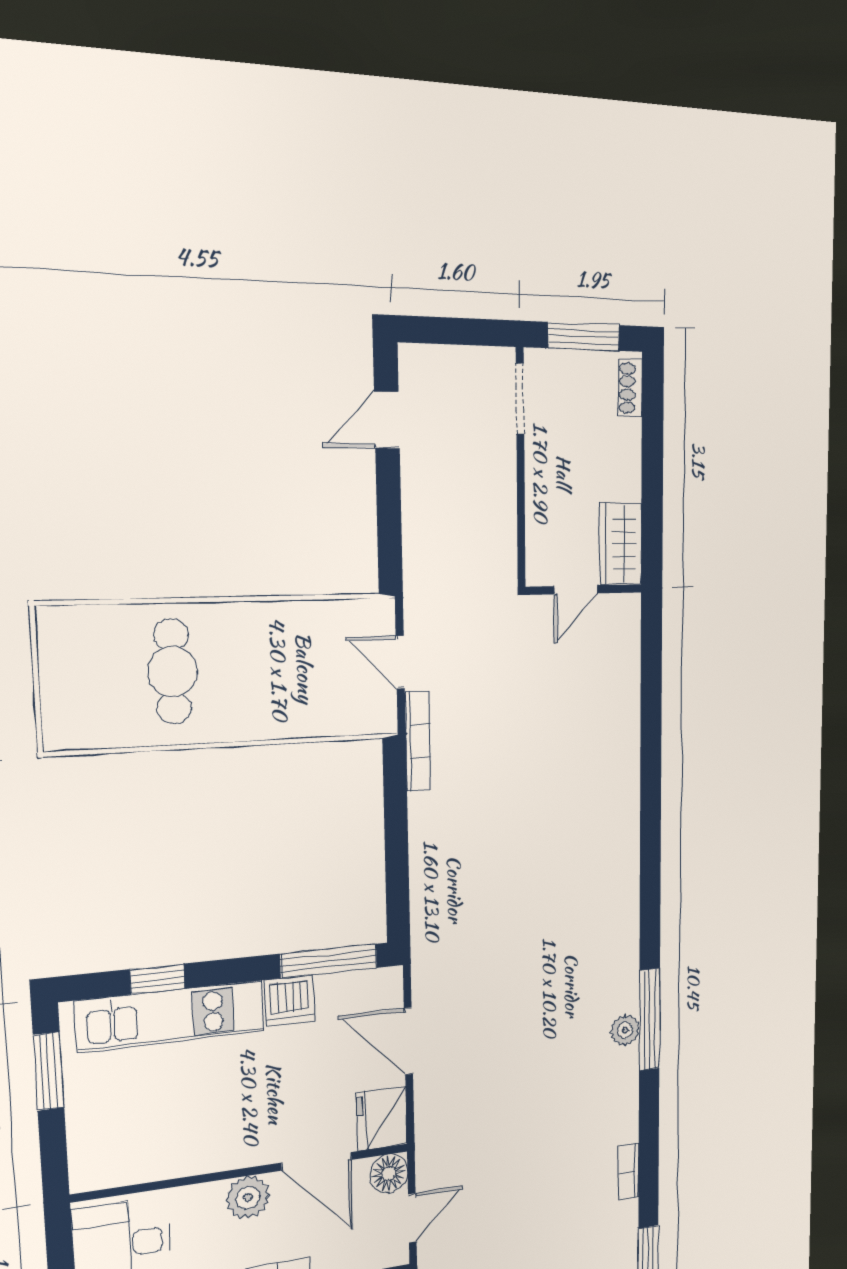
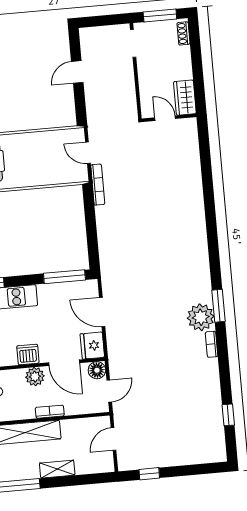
door: (387, 420) -> (77, 72), moved
door: (576, 590) -> (165, 118), swing flipped
dishwasher: (289, 1000) -> (28, 354), moved, turned 180
window: (649, 1019) -> (218, 306), width x0.69
plant: (625, 1030) -> (201, 317), width x1.87, depth x1.87
bookcase: (629, 1172) -> (212, 344), moved

